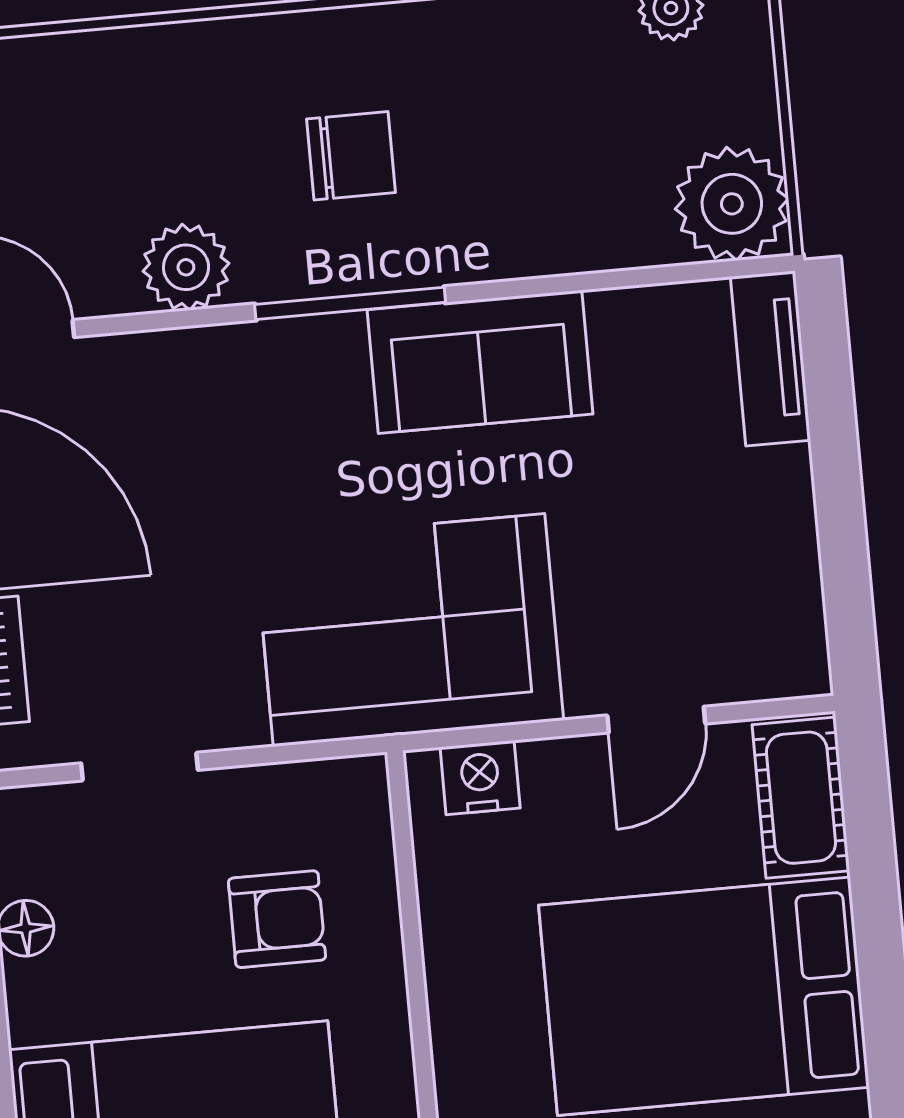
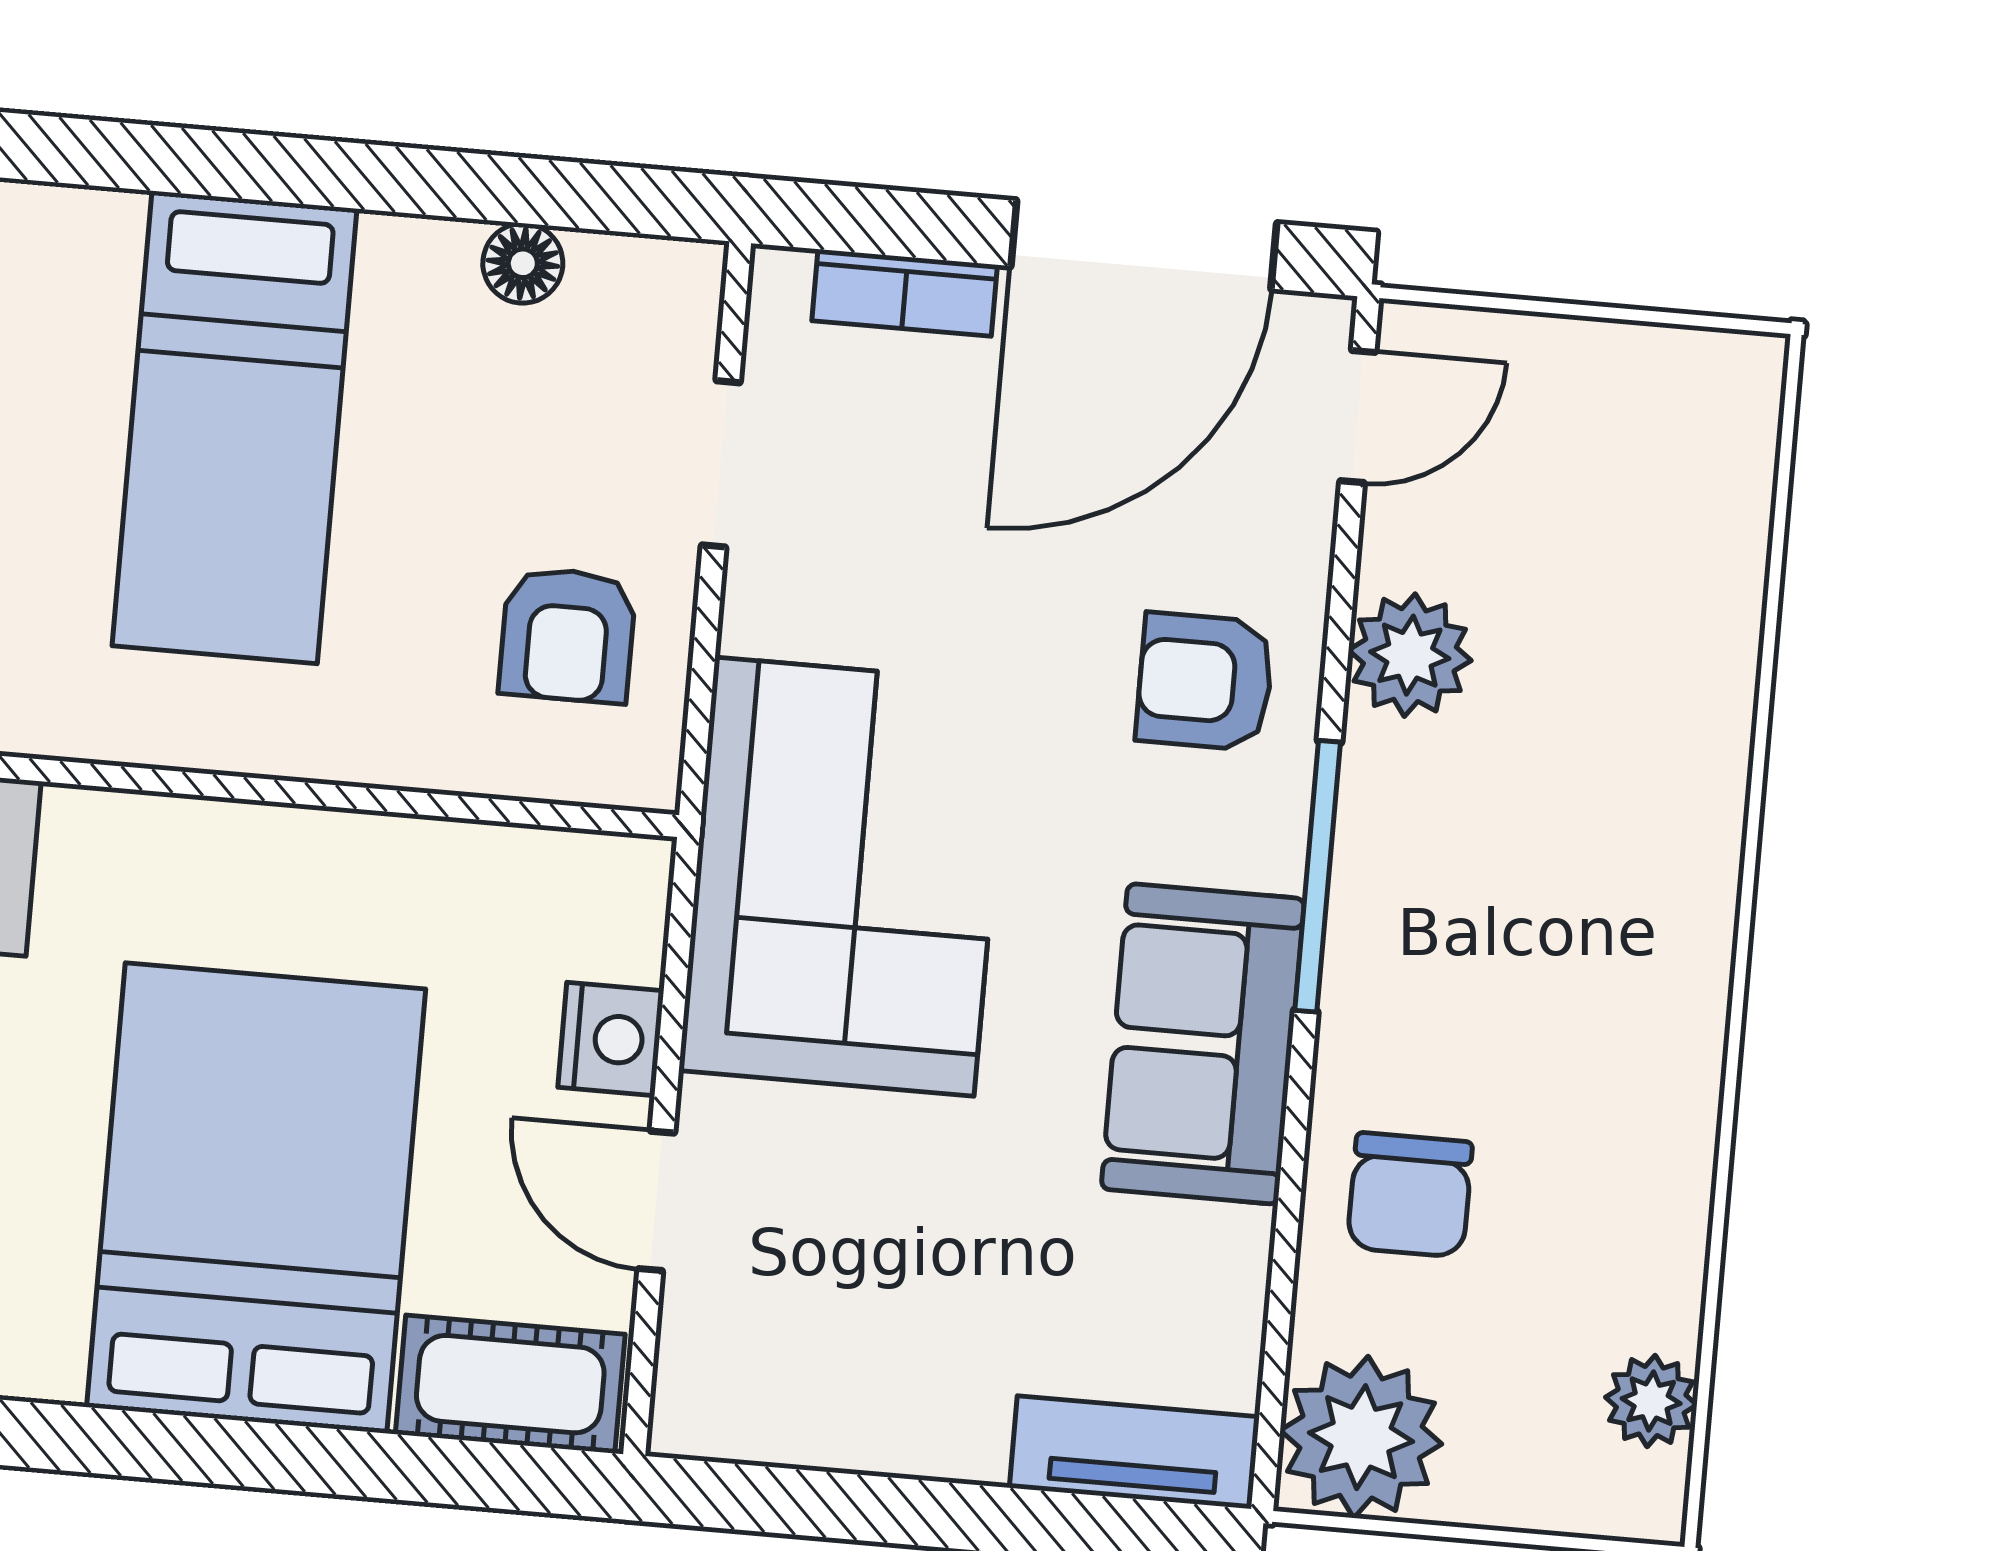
chair: (351, 156) -> (1410, 1195), moved
armchair: (230, 405) -> (1205, 682), added
nightstand: (480, 778) -> (611, 1039), moved
armchair: (277, 919) -> (567, 635), moved

